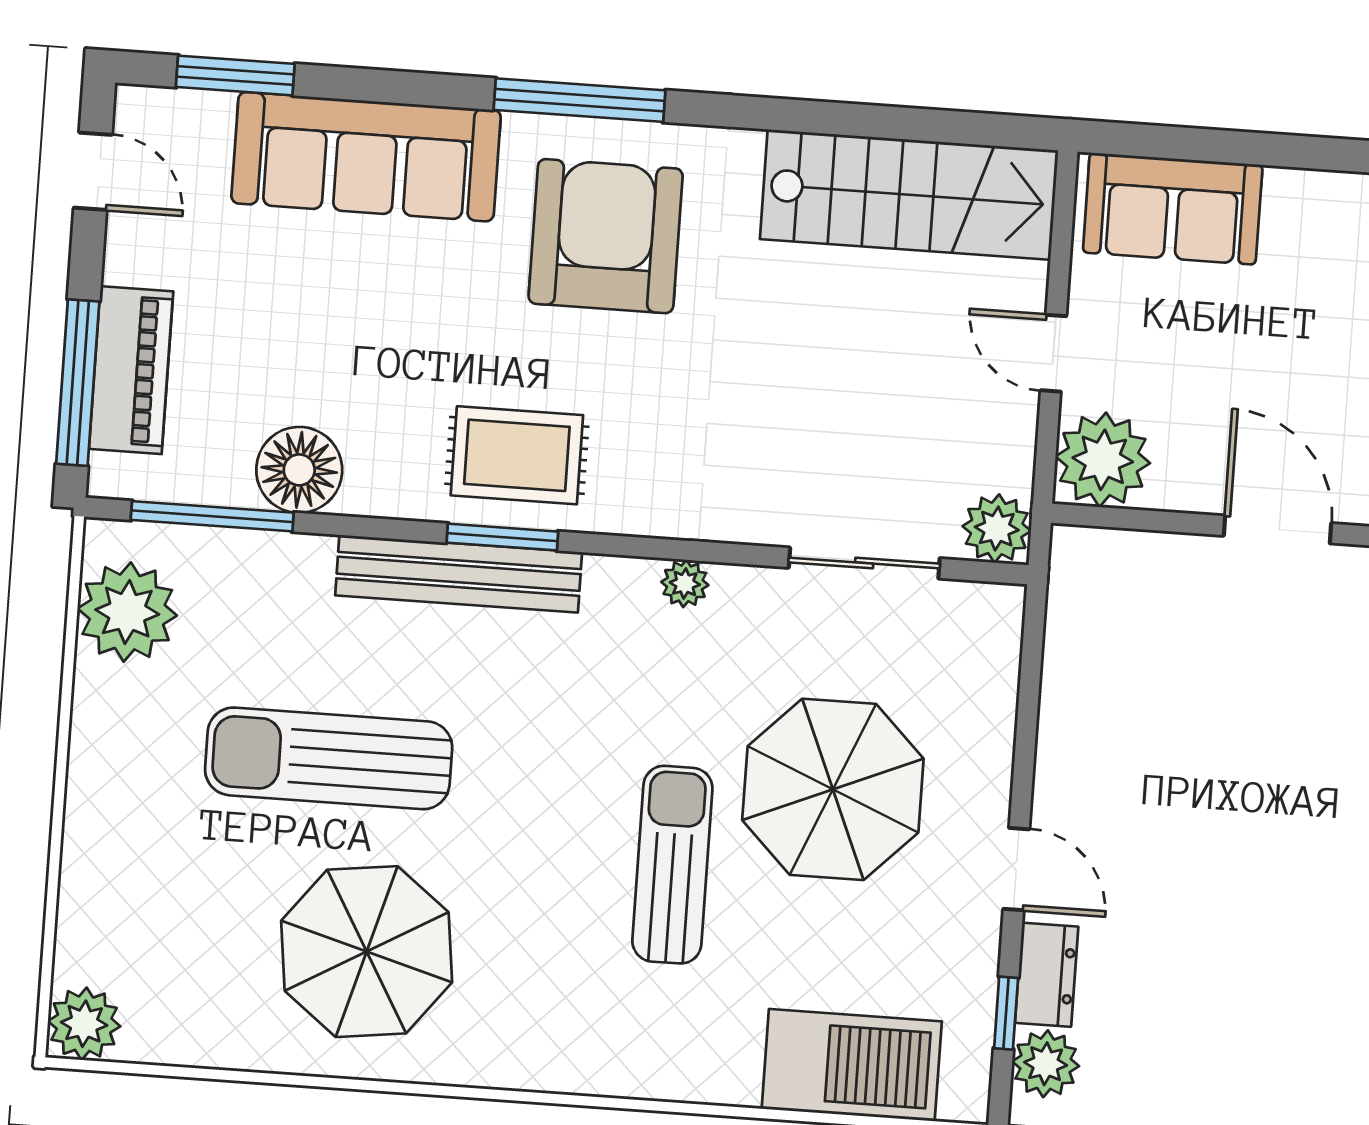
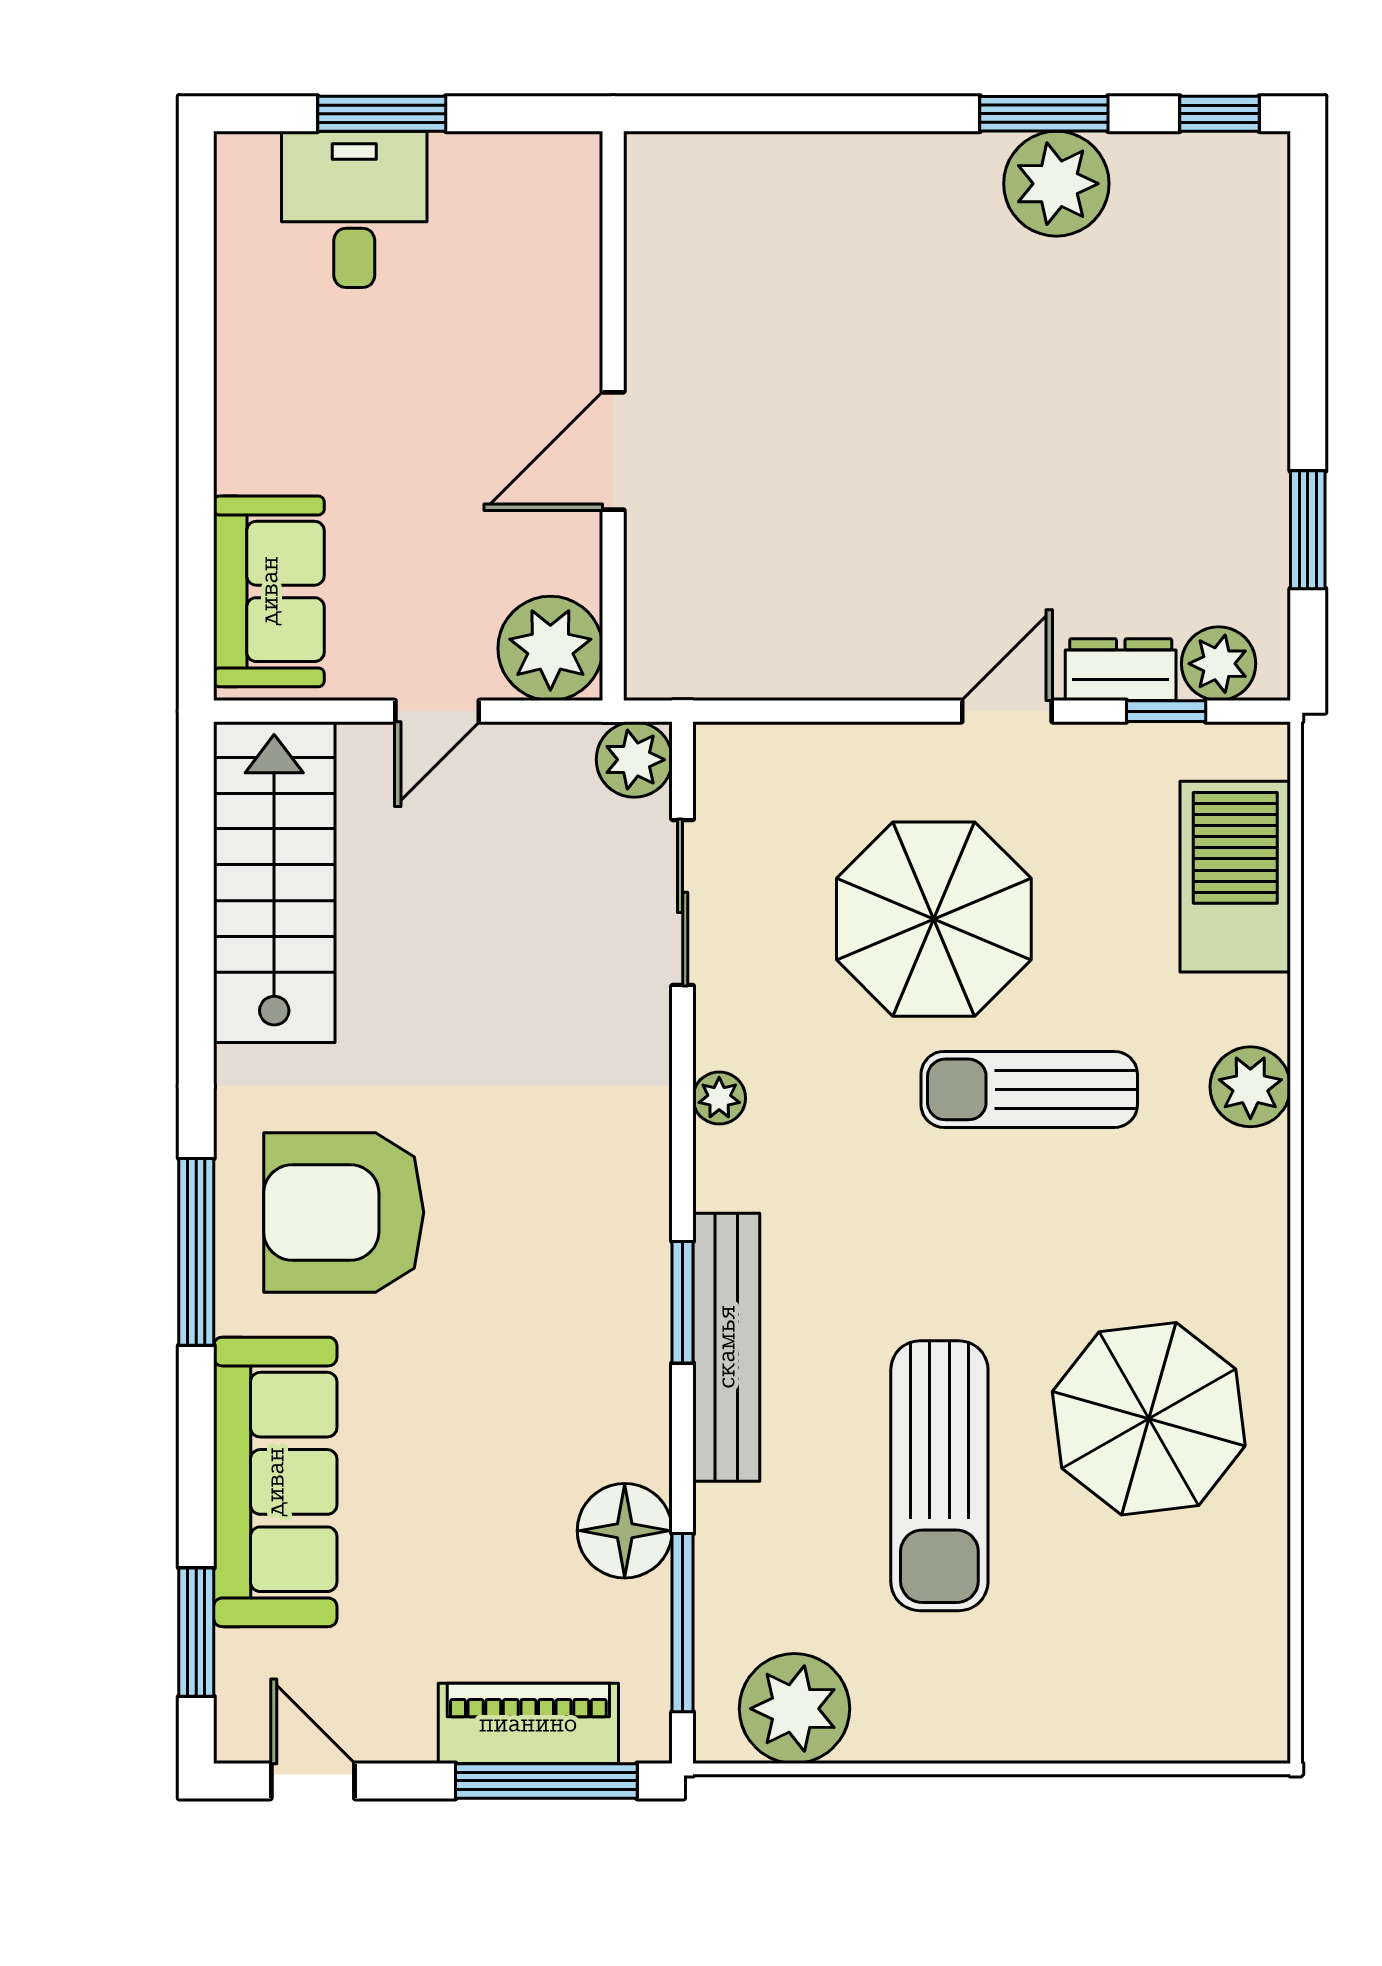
door: (93, 171) -> (313, 1781), hinge flipped
rug: (517, 455) -> (592, 1293), removed
plant: (84, 1024) -> (1250, 1087), moved

